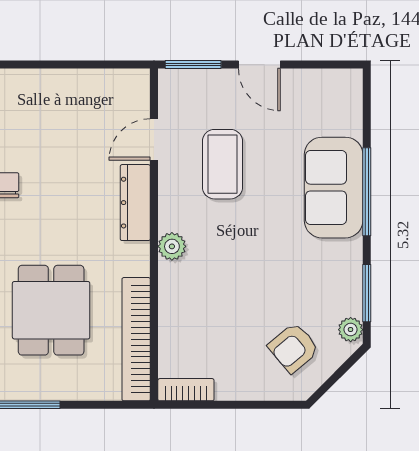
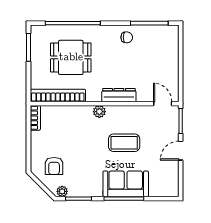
door: (154, 140) -> (163, 104), moved
coffee table: (222, 164) -> (124, 143), moved
armchair: (294, 348) -> (54, 166), turned -140

